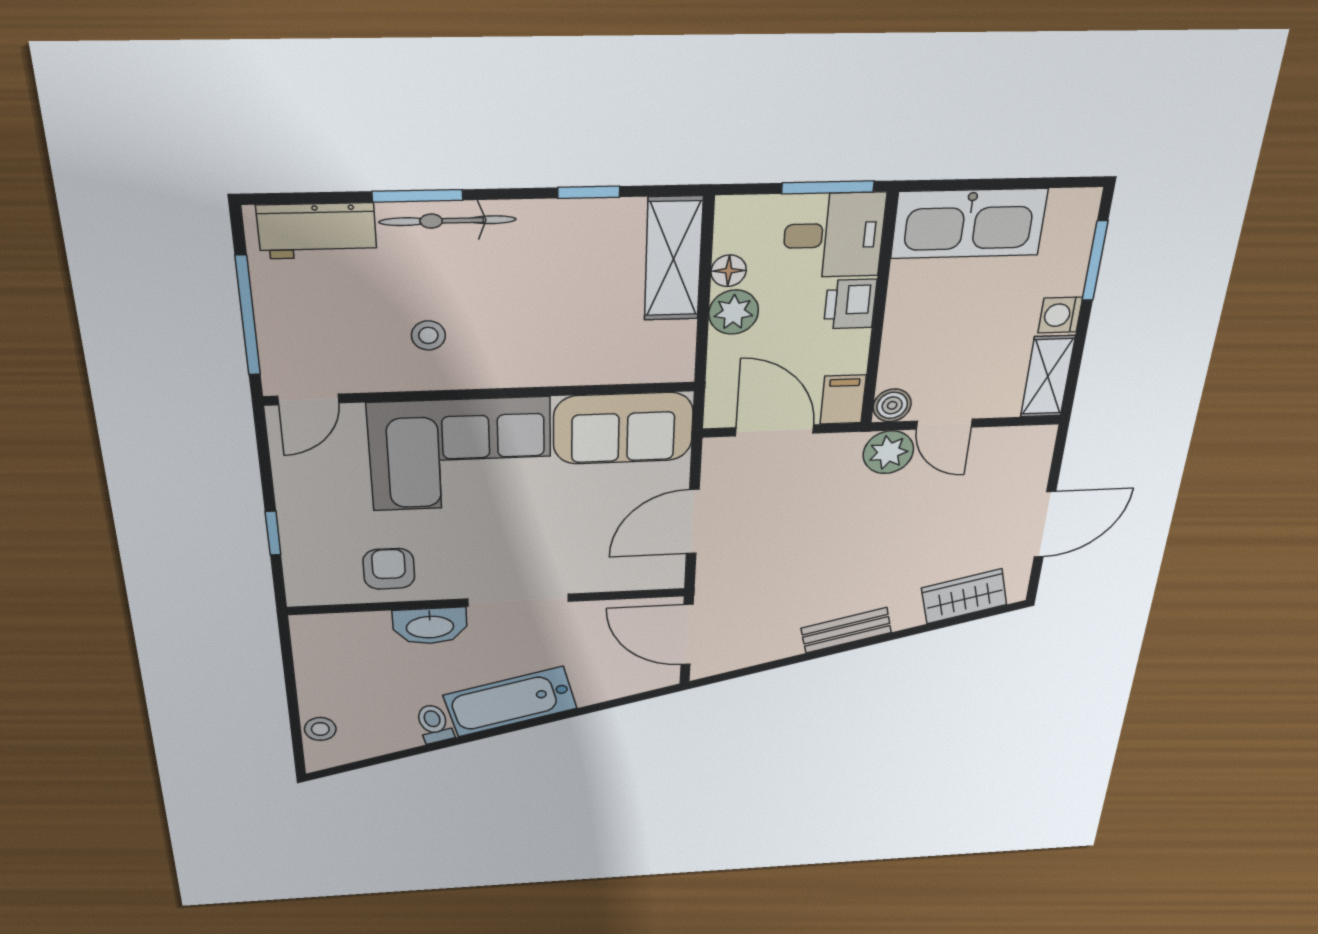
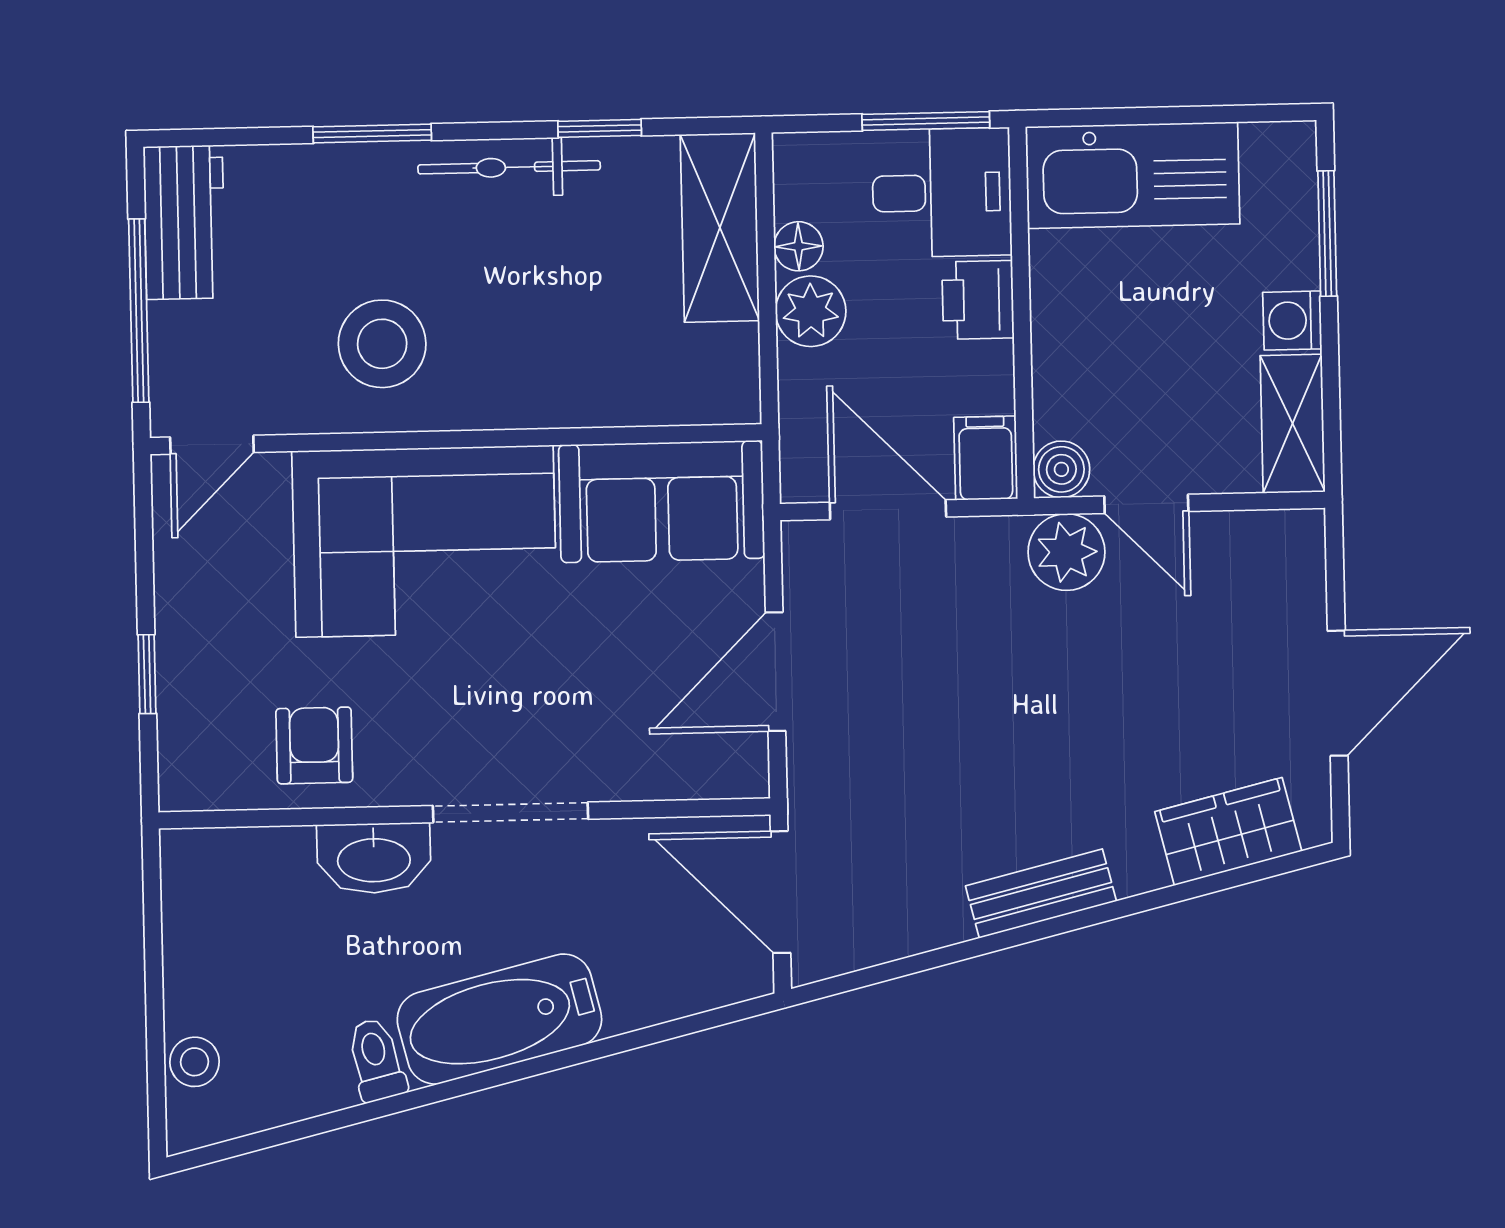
bicycle: (448, 221) -> (509, 167), moved
workbench: (317, 231) -> (184, 222), moved, turned -90
stool: (428, 335) -> (382, 344), width x1.89, depth x1.89

